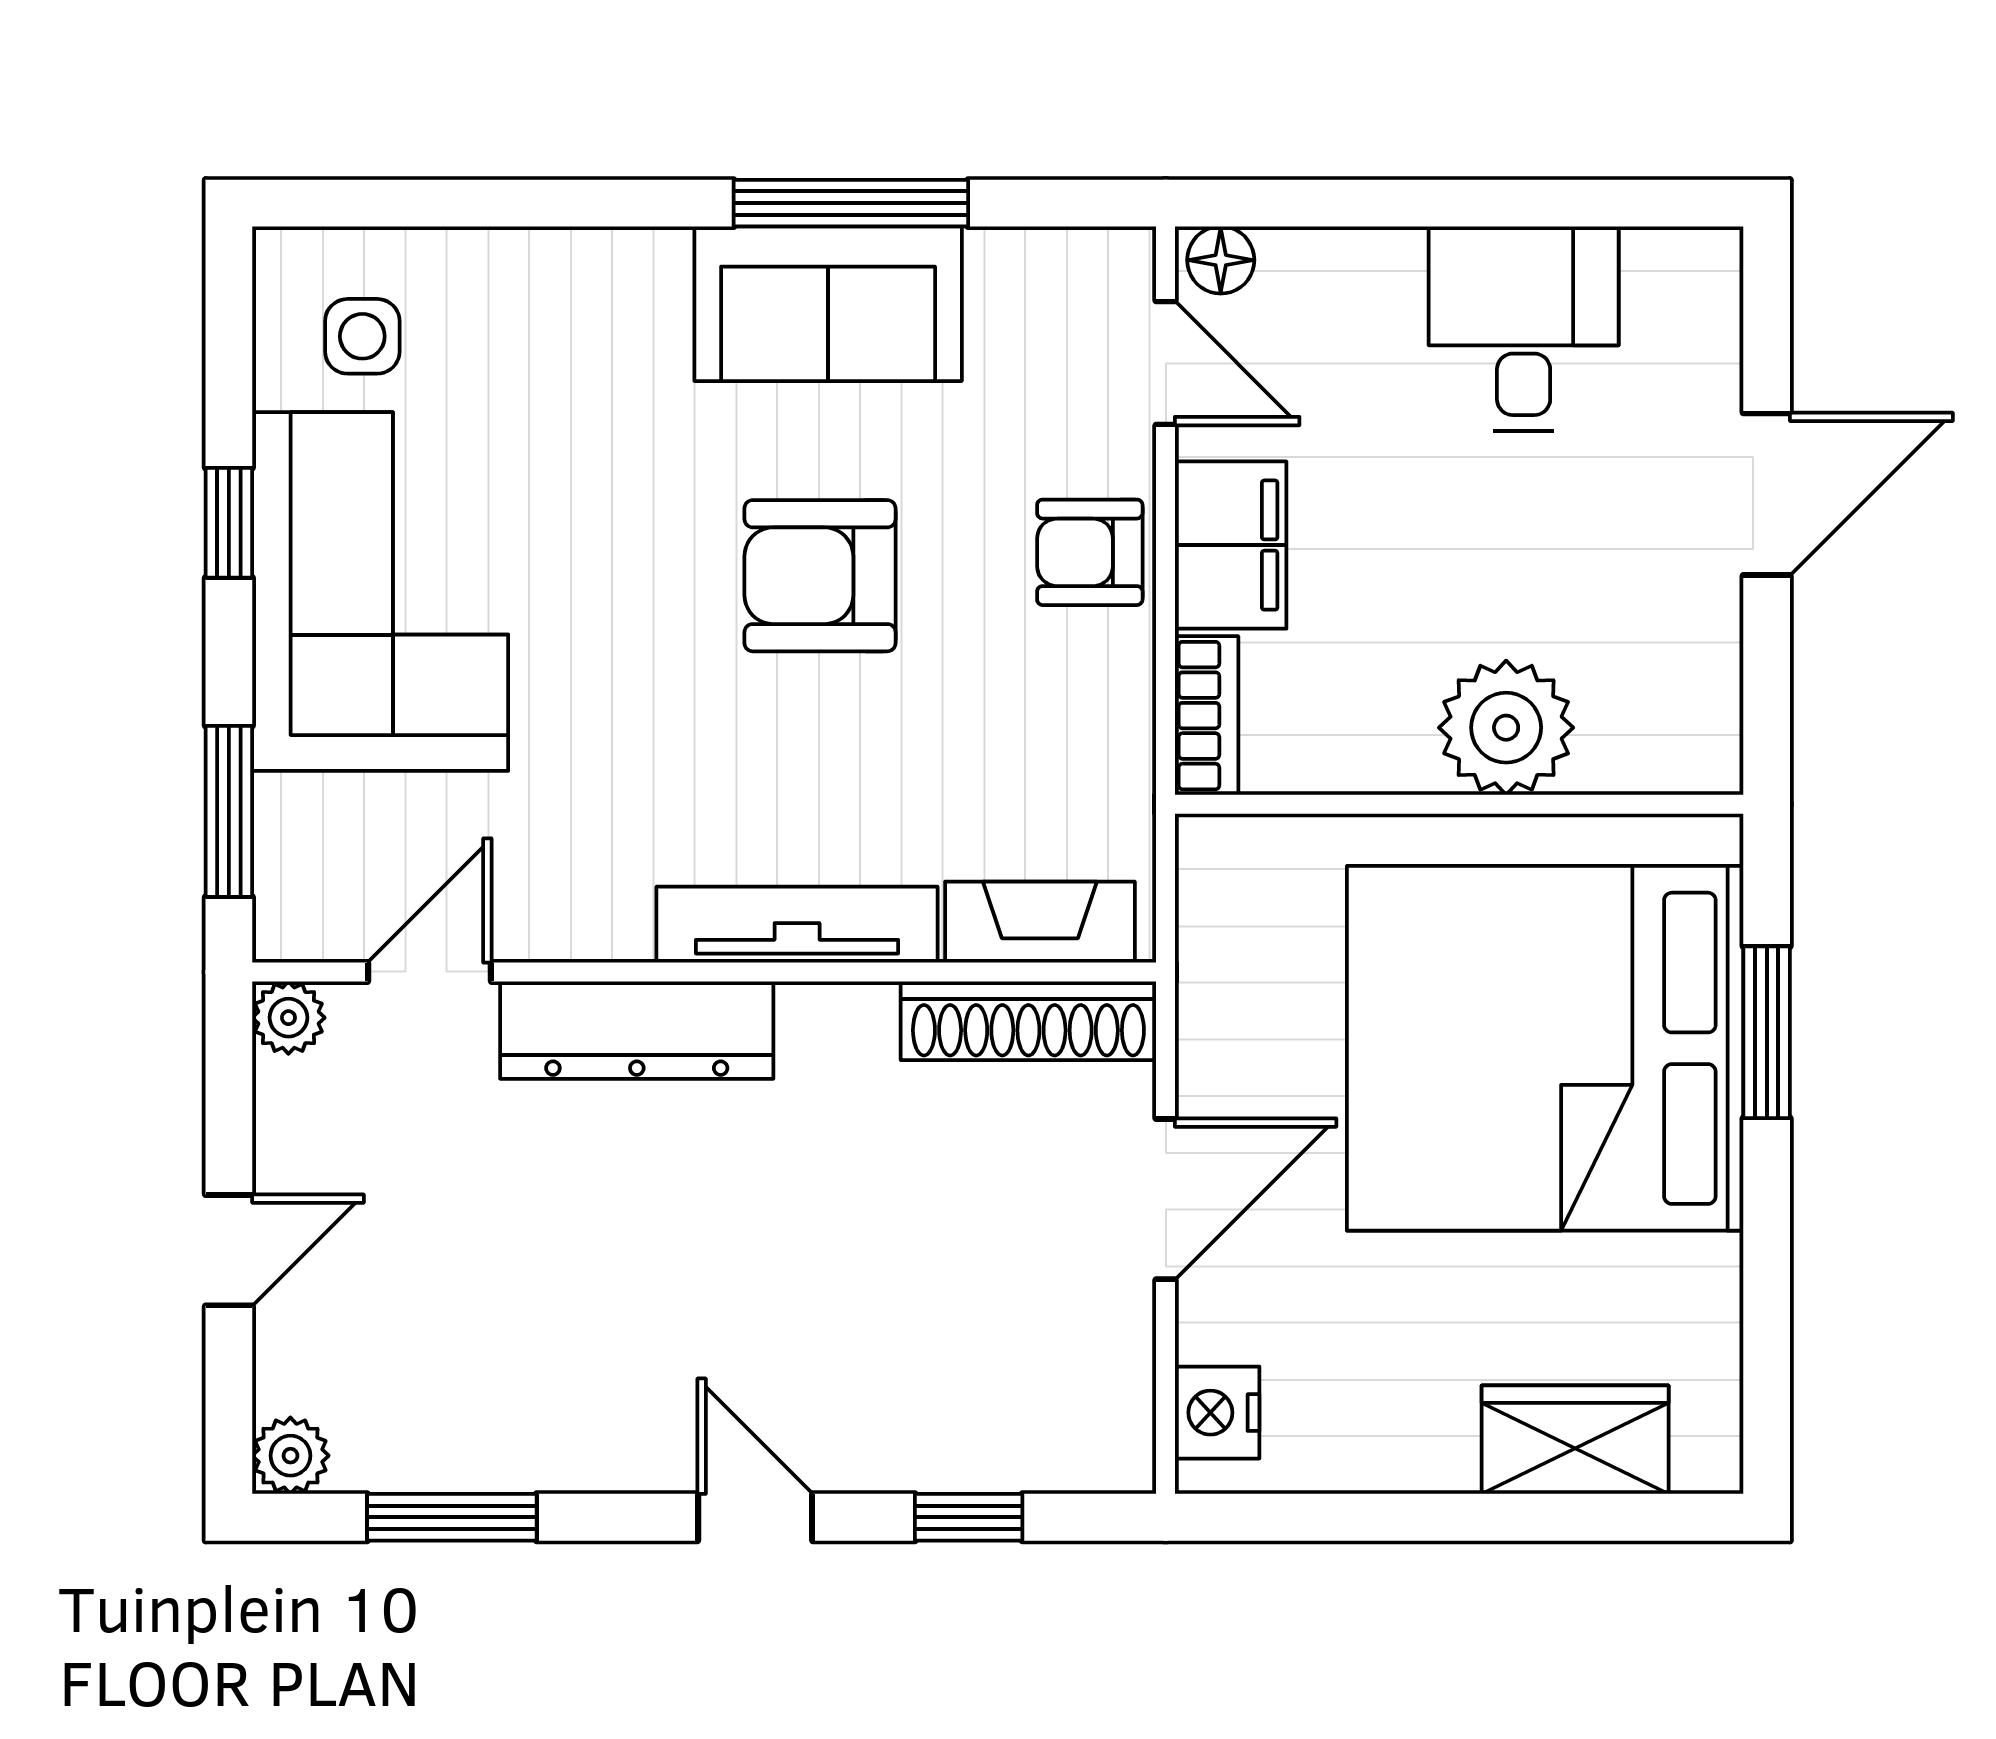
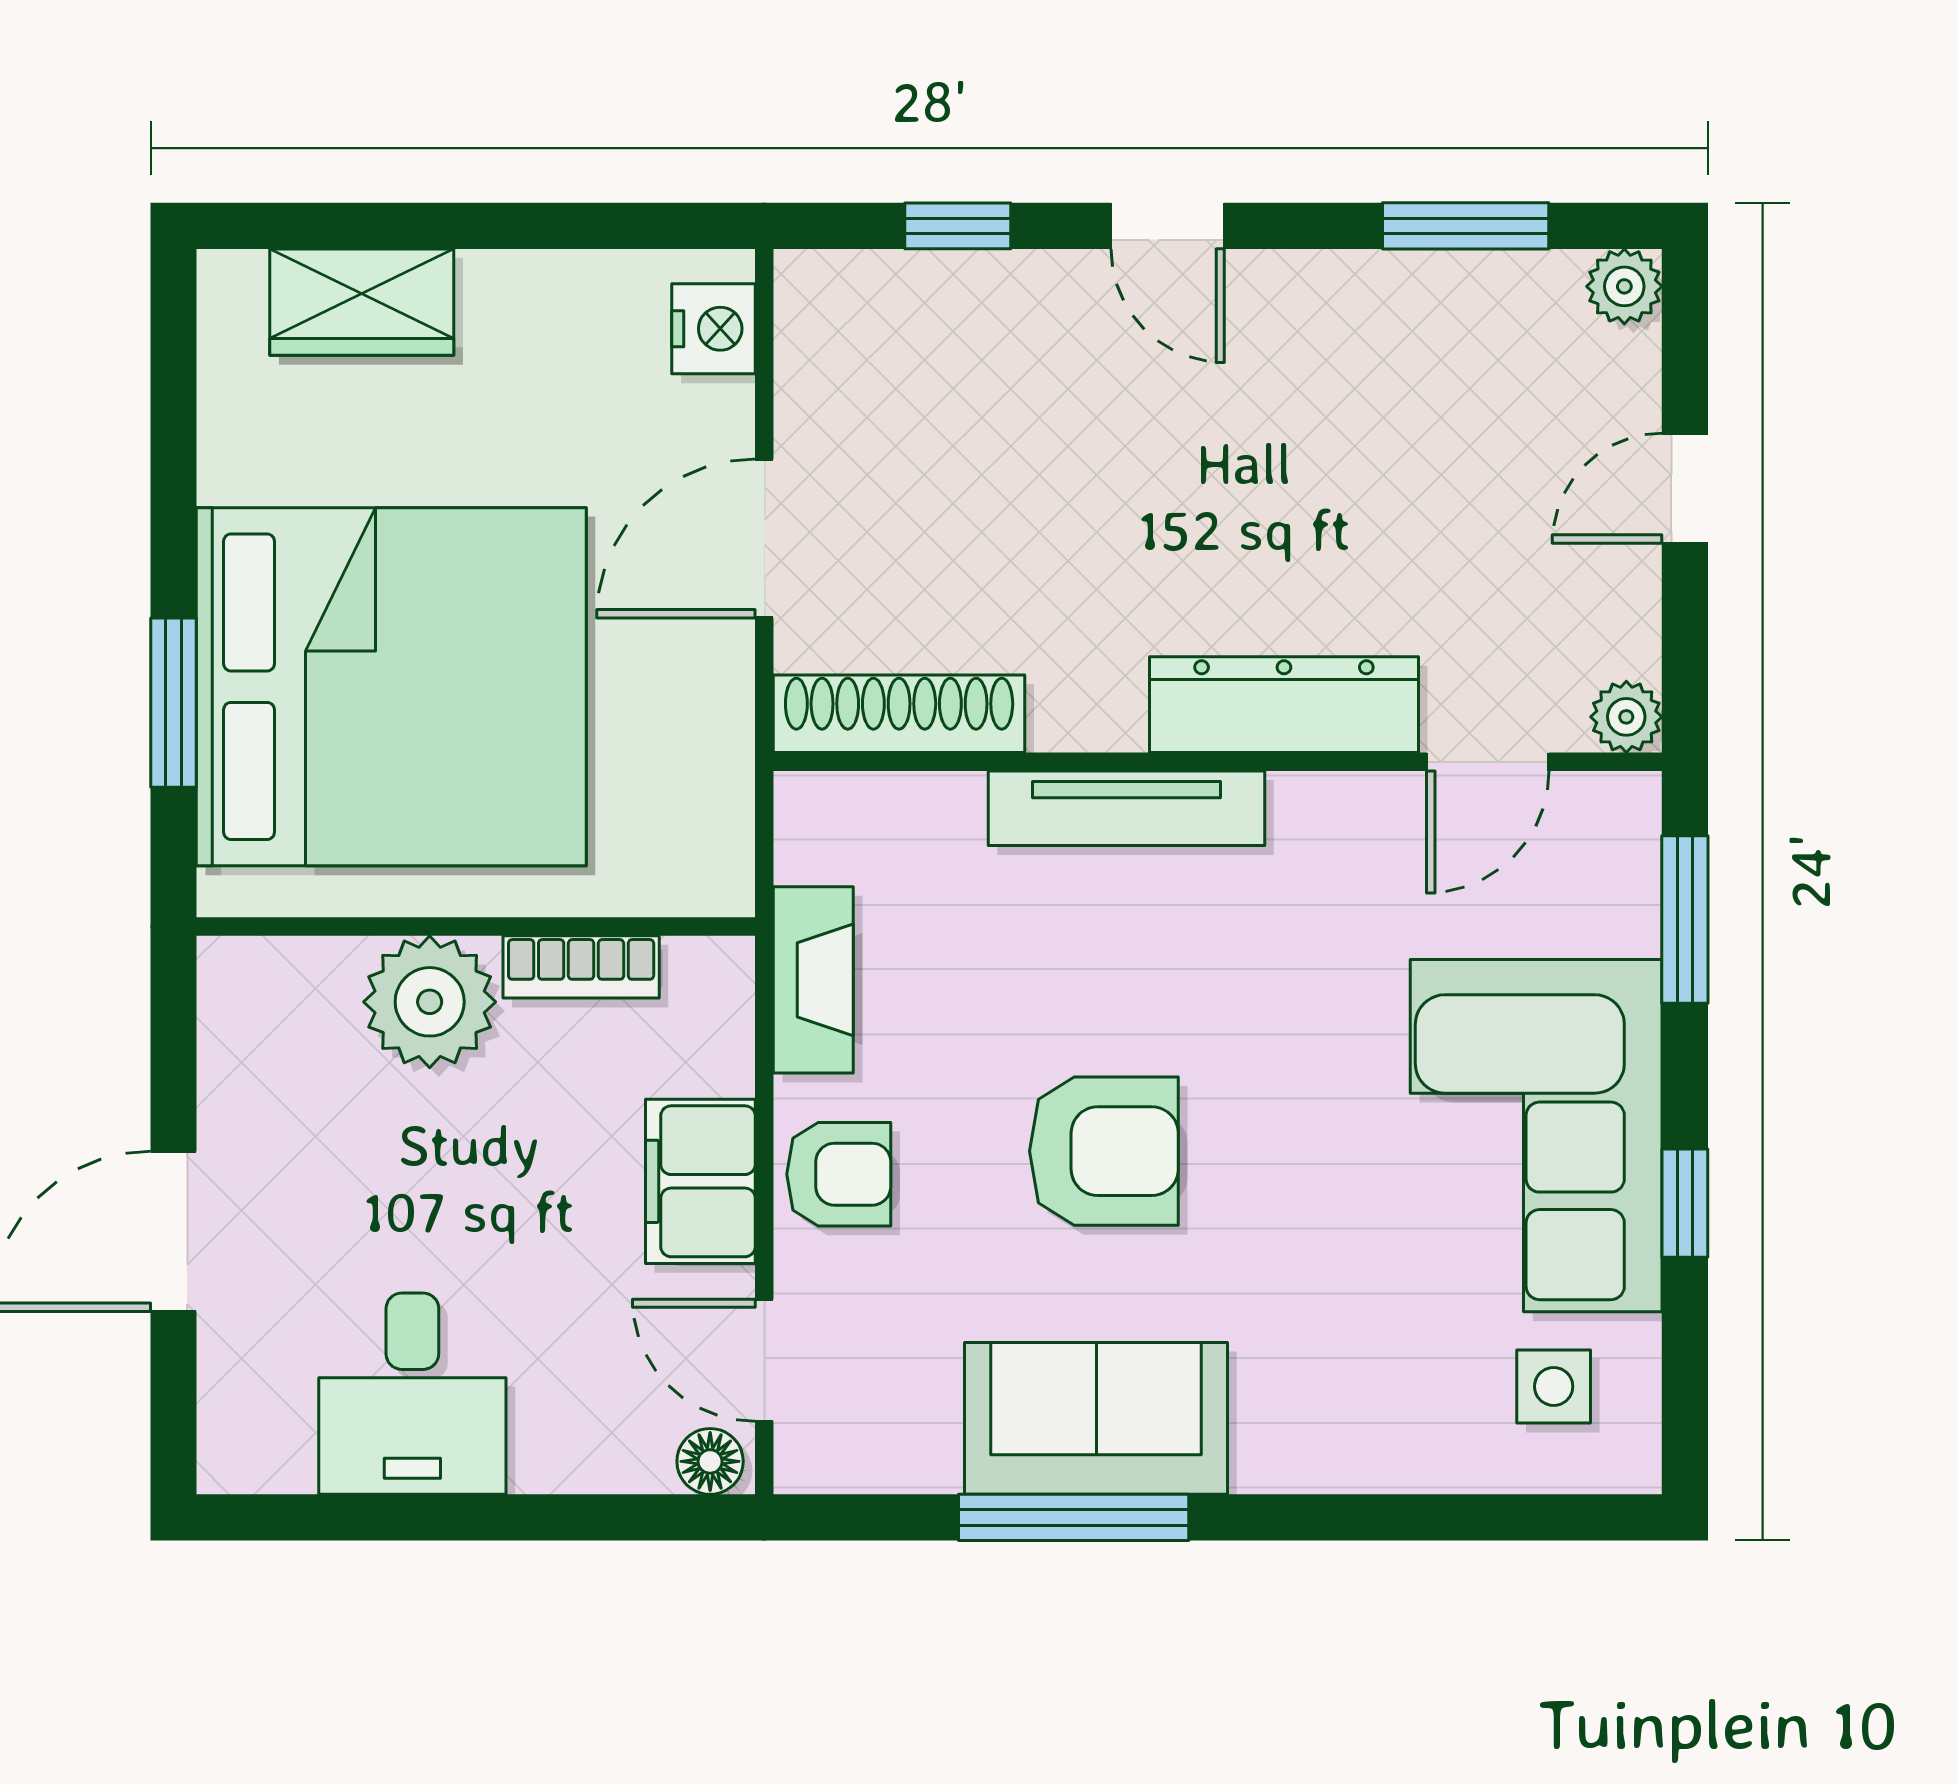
bookcase: (1207, 716) -> (581, 967), moved, turned -90
fireplace: (1040, 922) -> (813, 980), moved, turned -90

